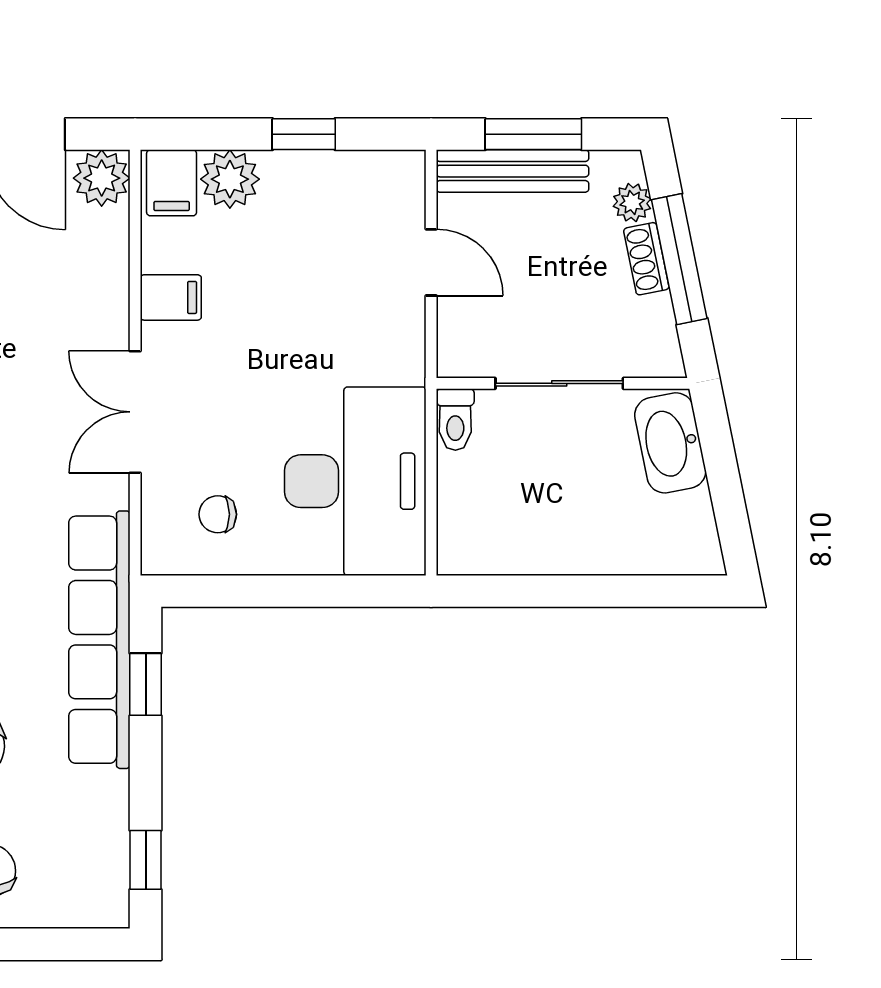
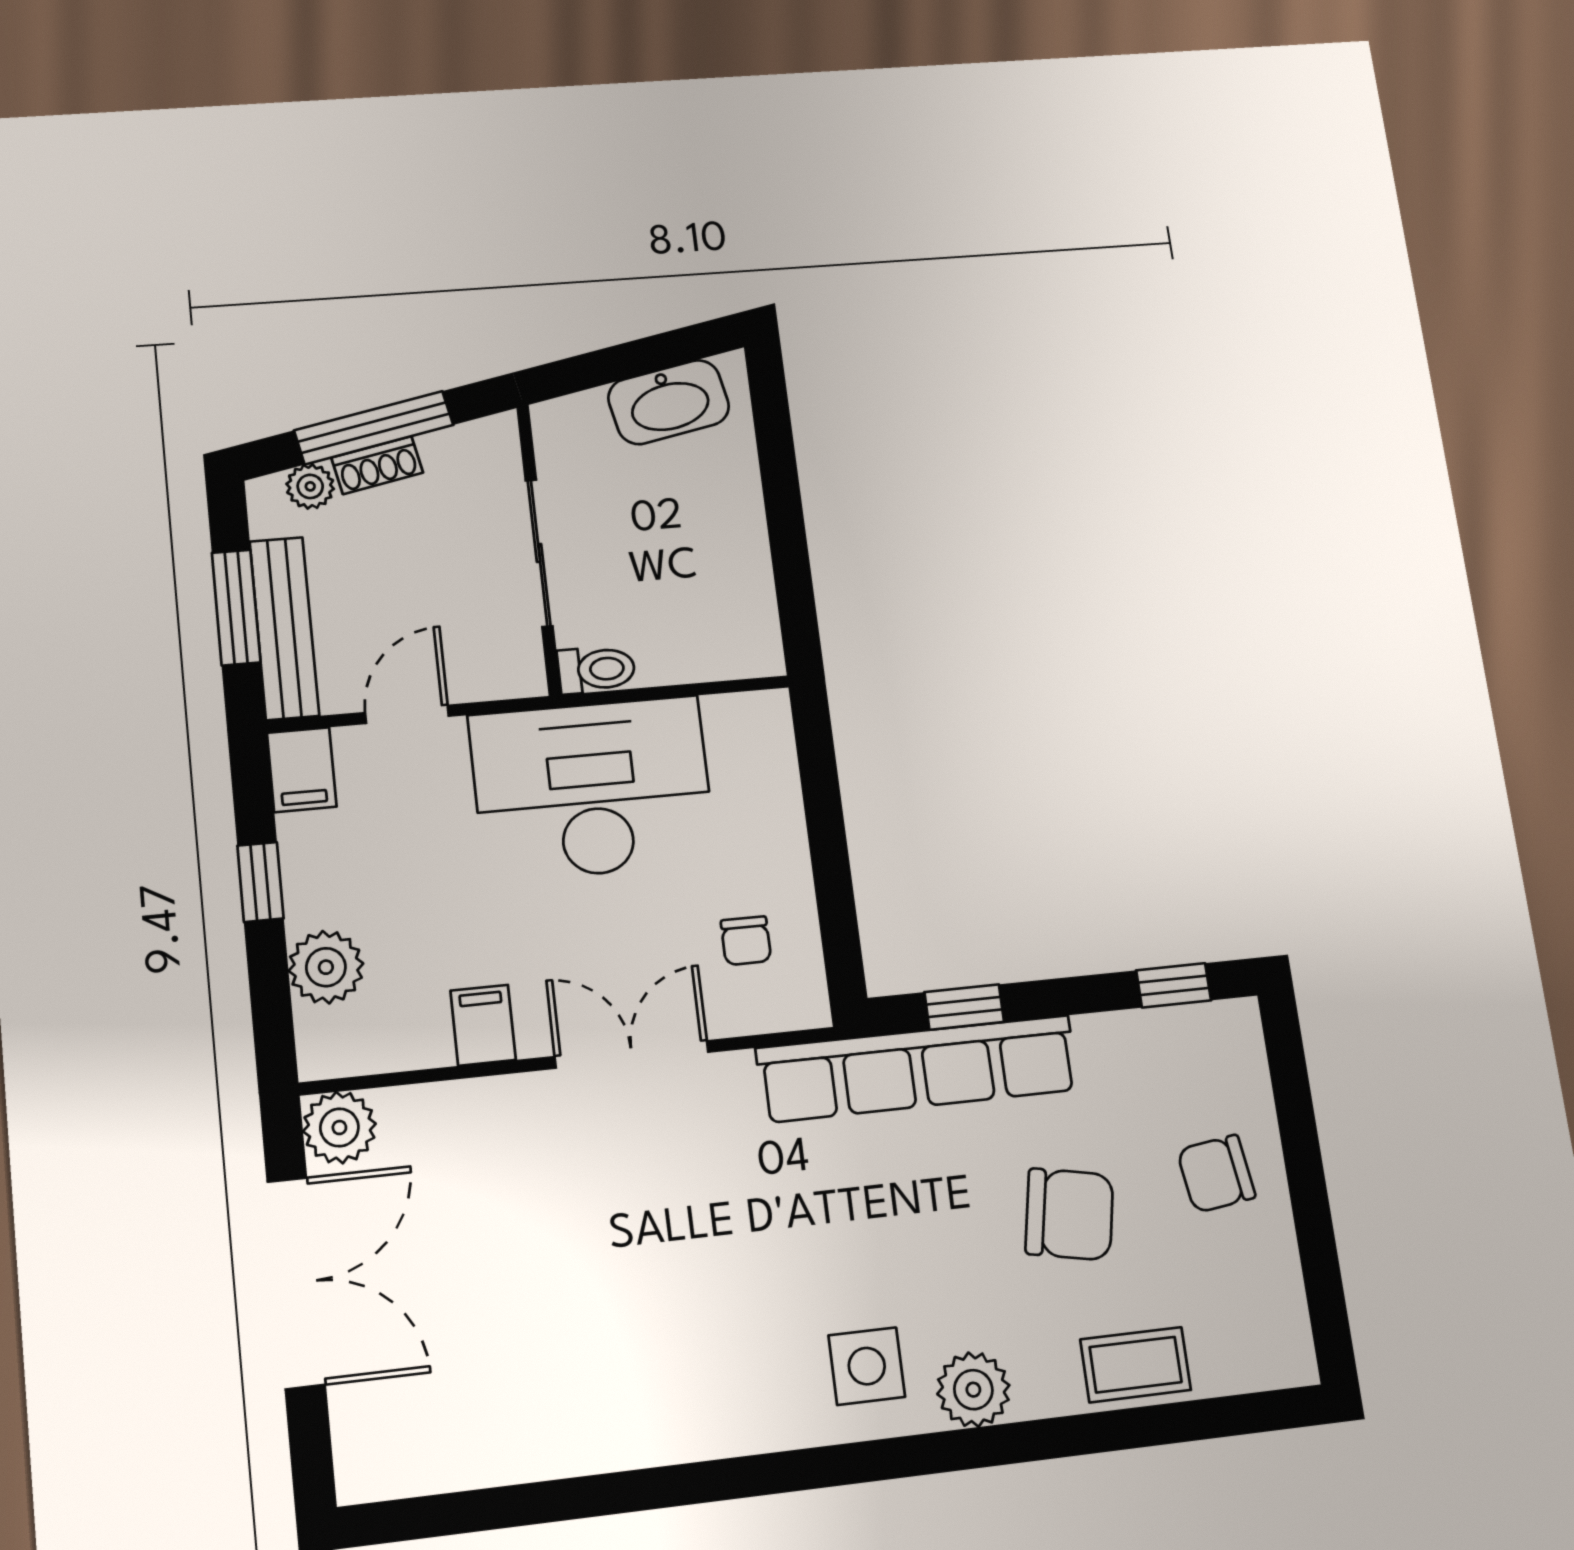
filing cabinet: (172, 183) -> (302, 770), moved, turned 90
double door: (135, 412) -> (632, 1054), swing flipped
washbasin: (670, 443) -> (669, 402), moved
desk: (355, 481) -> (592, 789), moved

